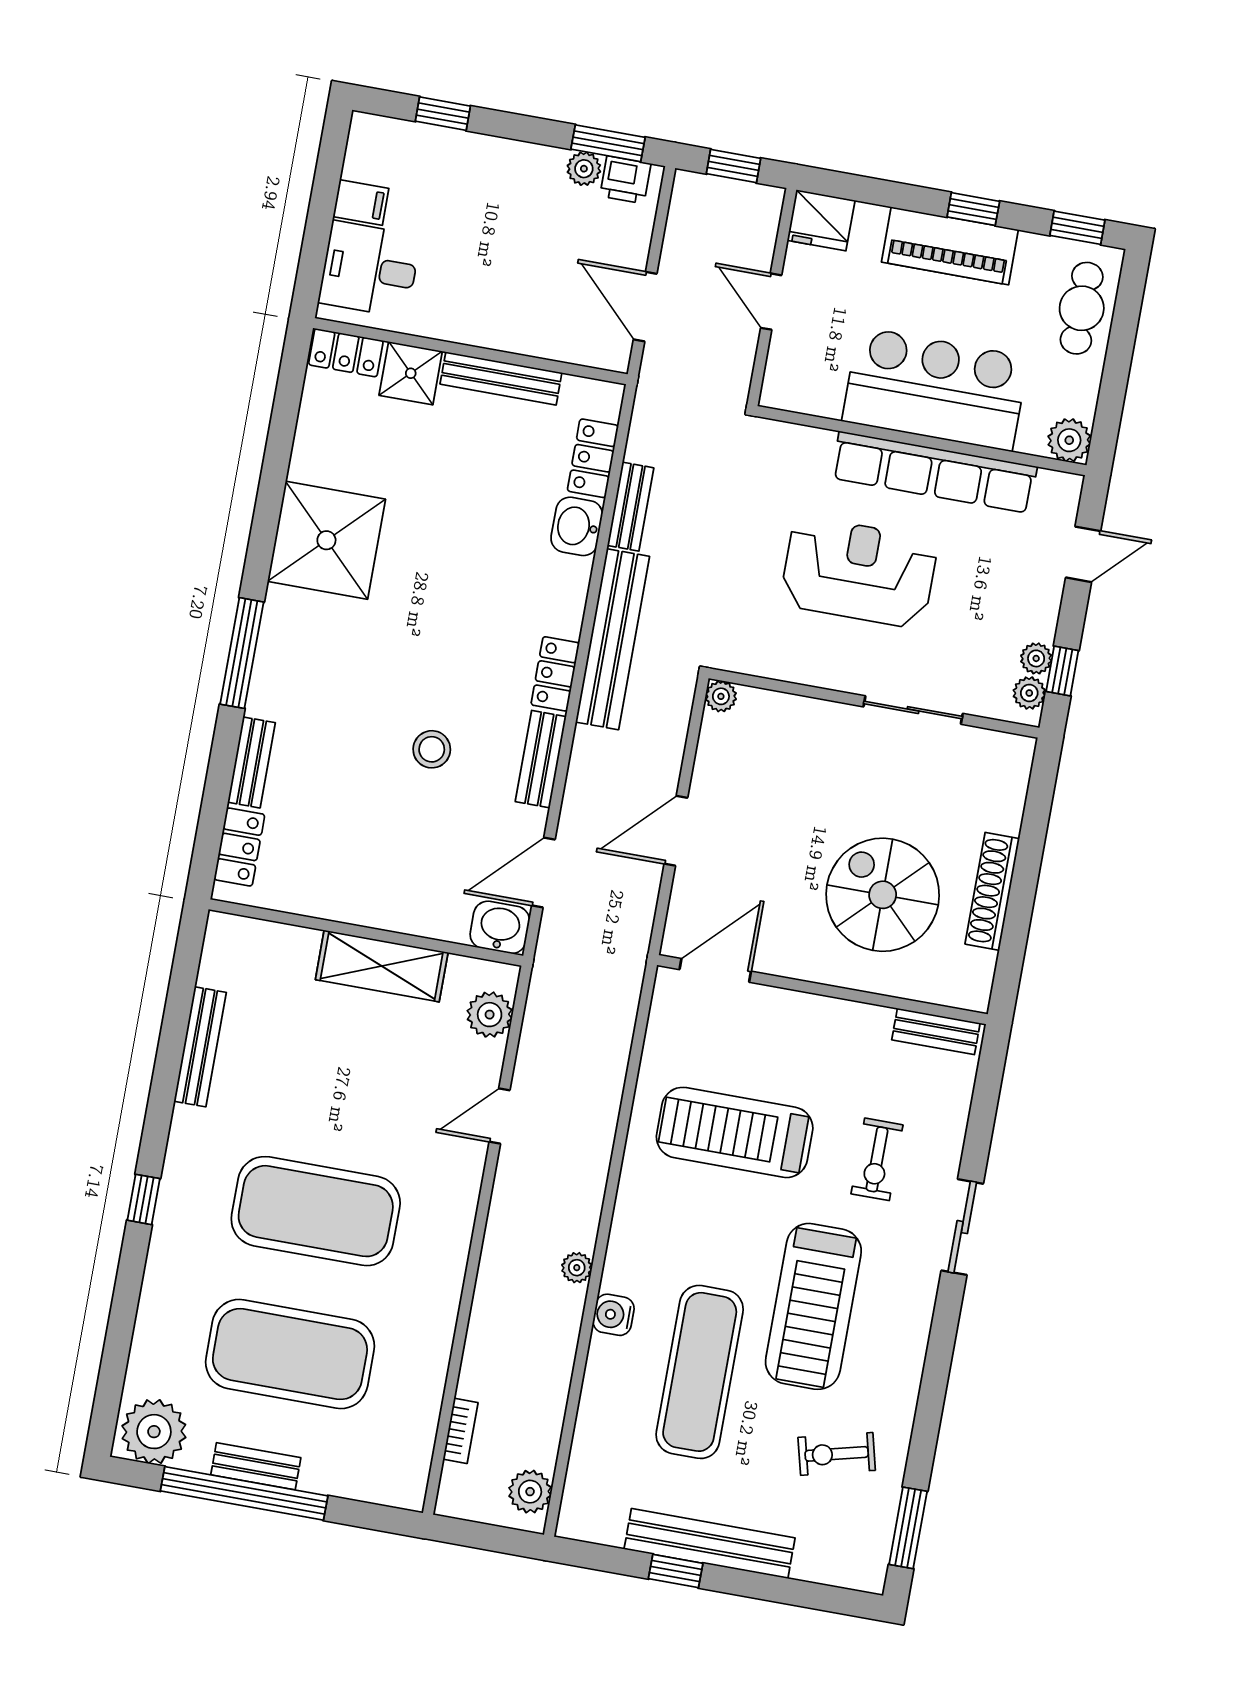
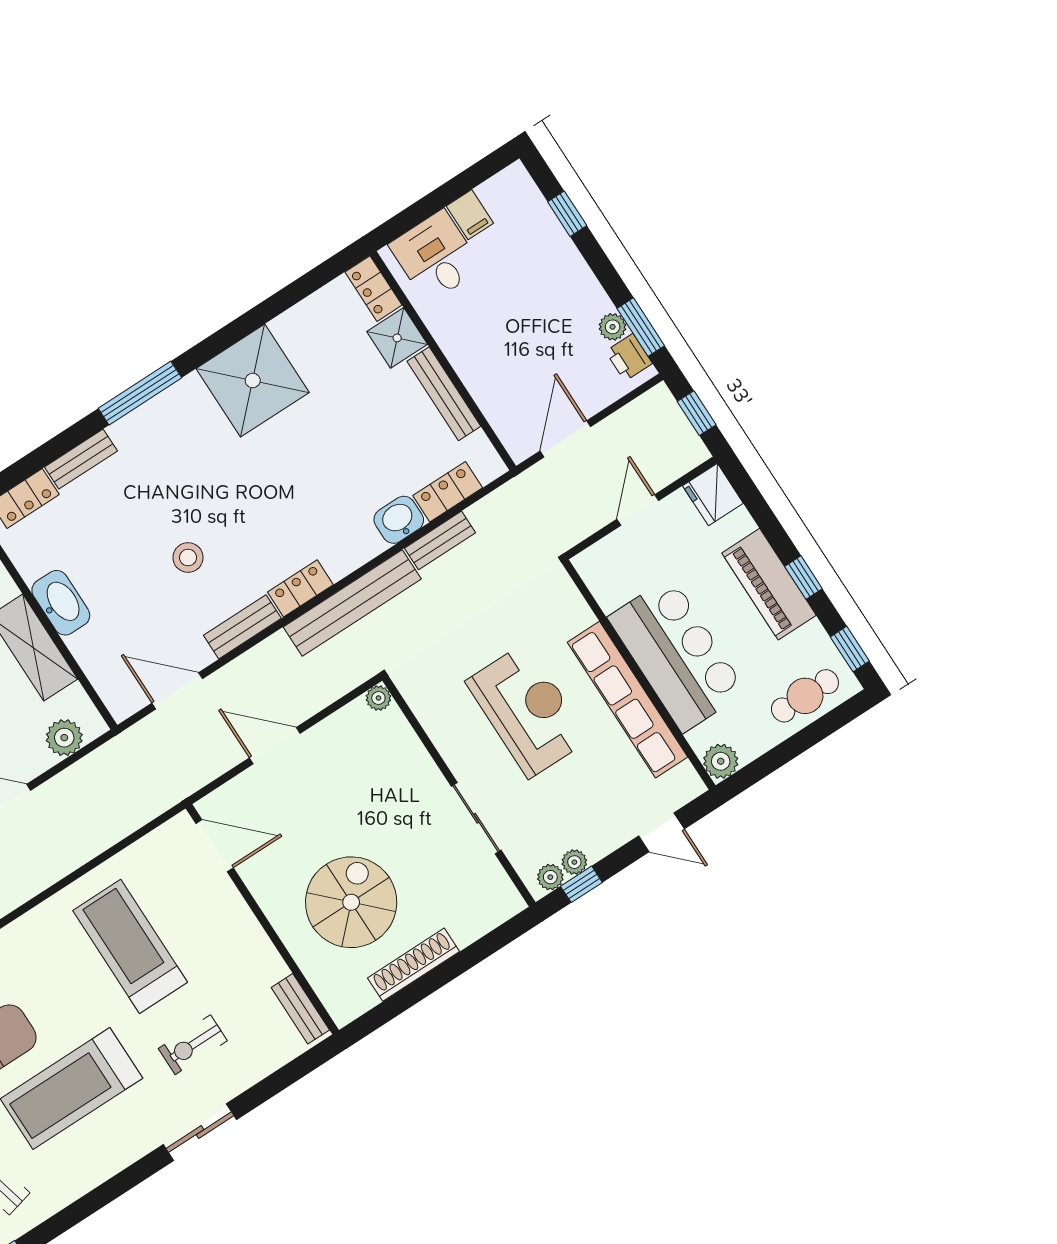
washbasin: (500, 927) -> (61, 603), moved, width x1.38

